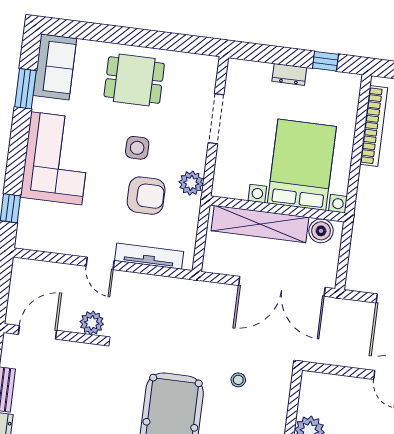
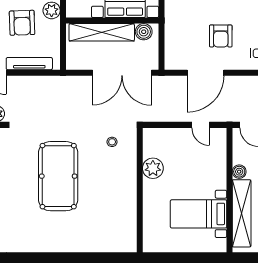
armchair: (146, 196) -> (22, 23), turned 88
stool: (238, 380) -> (112, 142), moved

